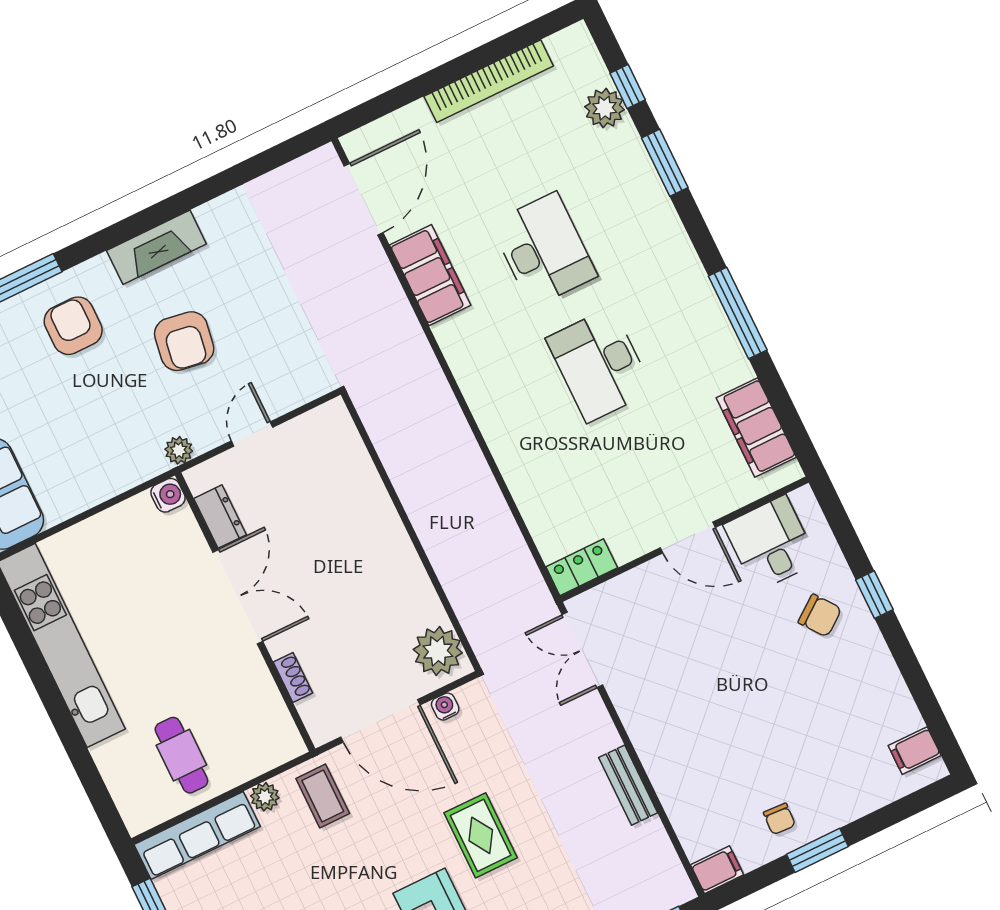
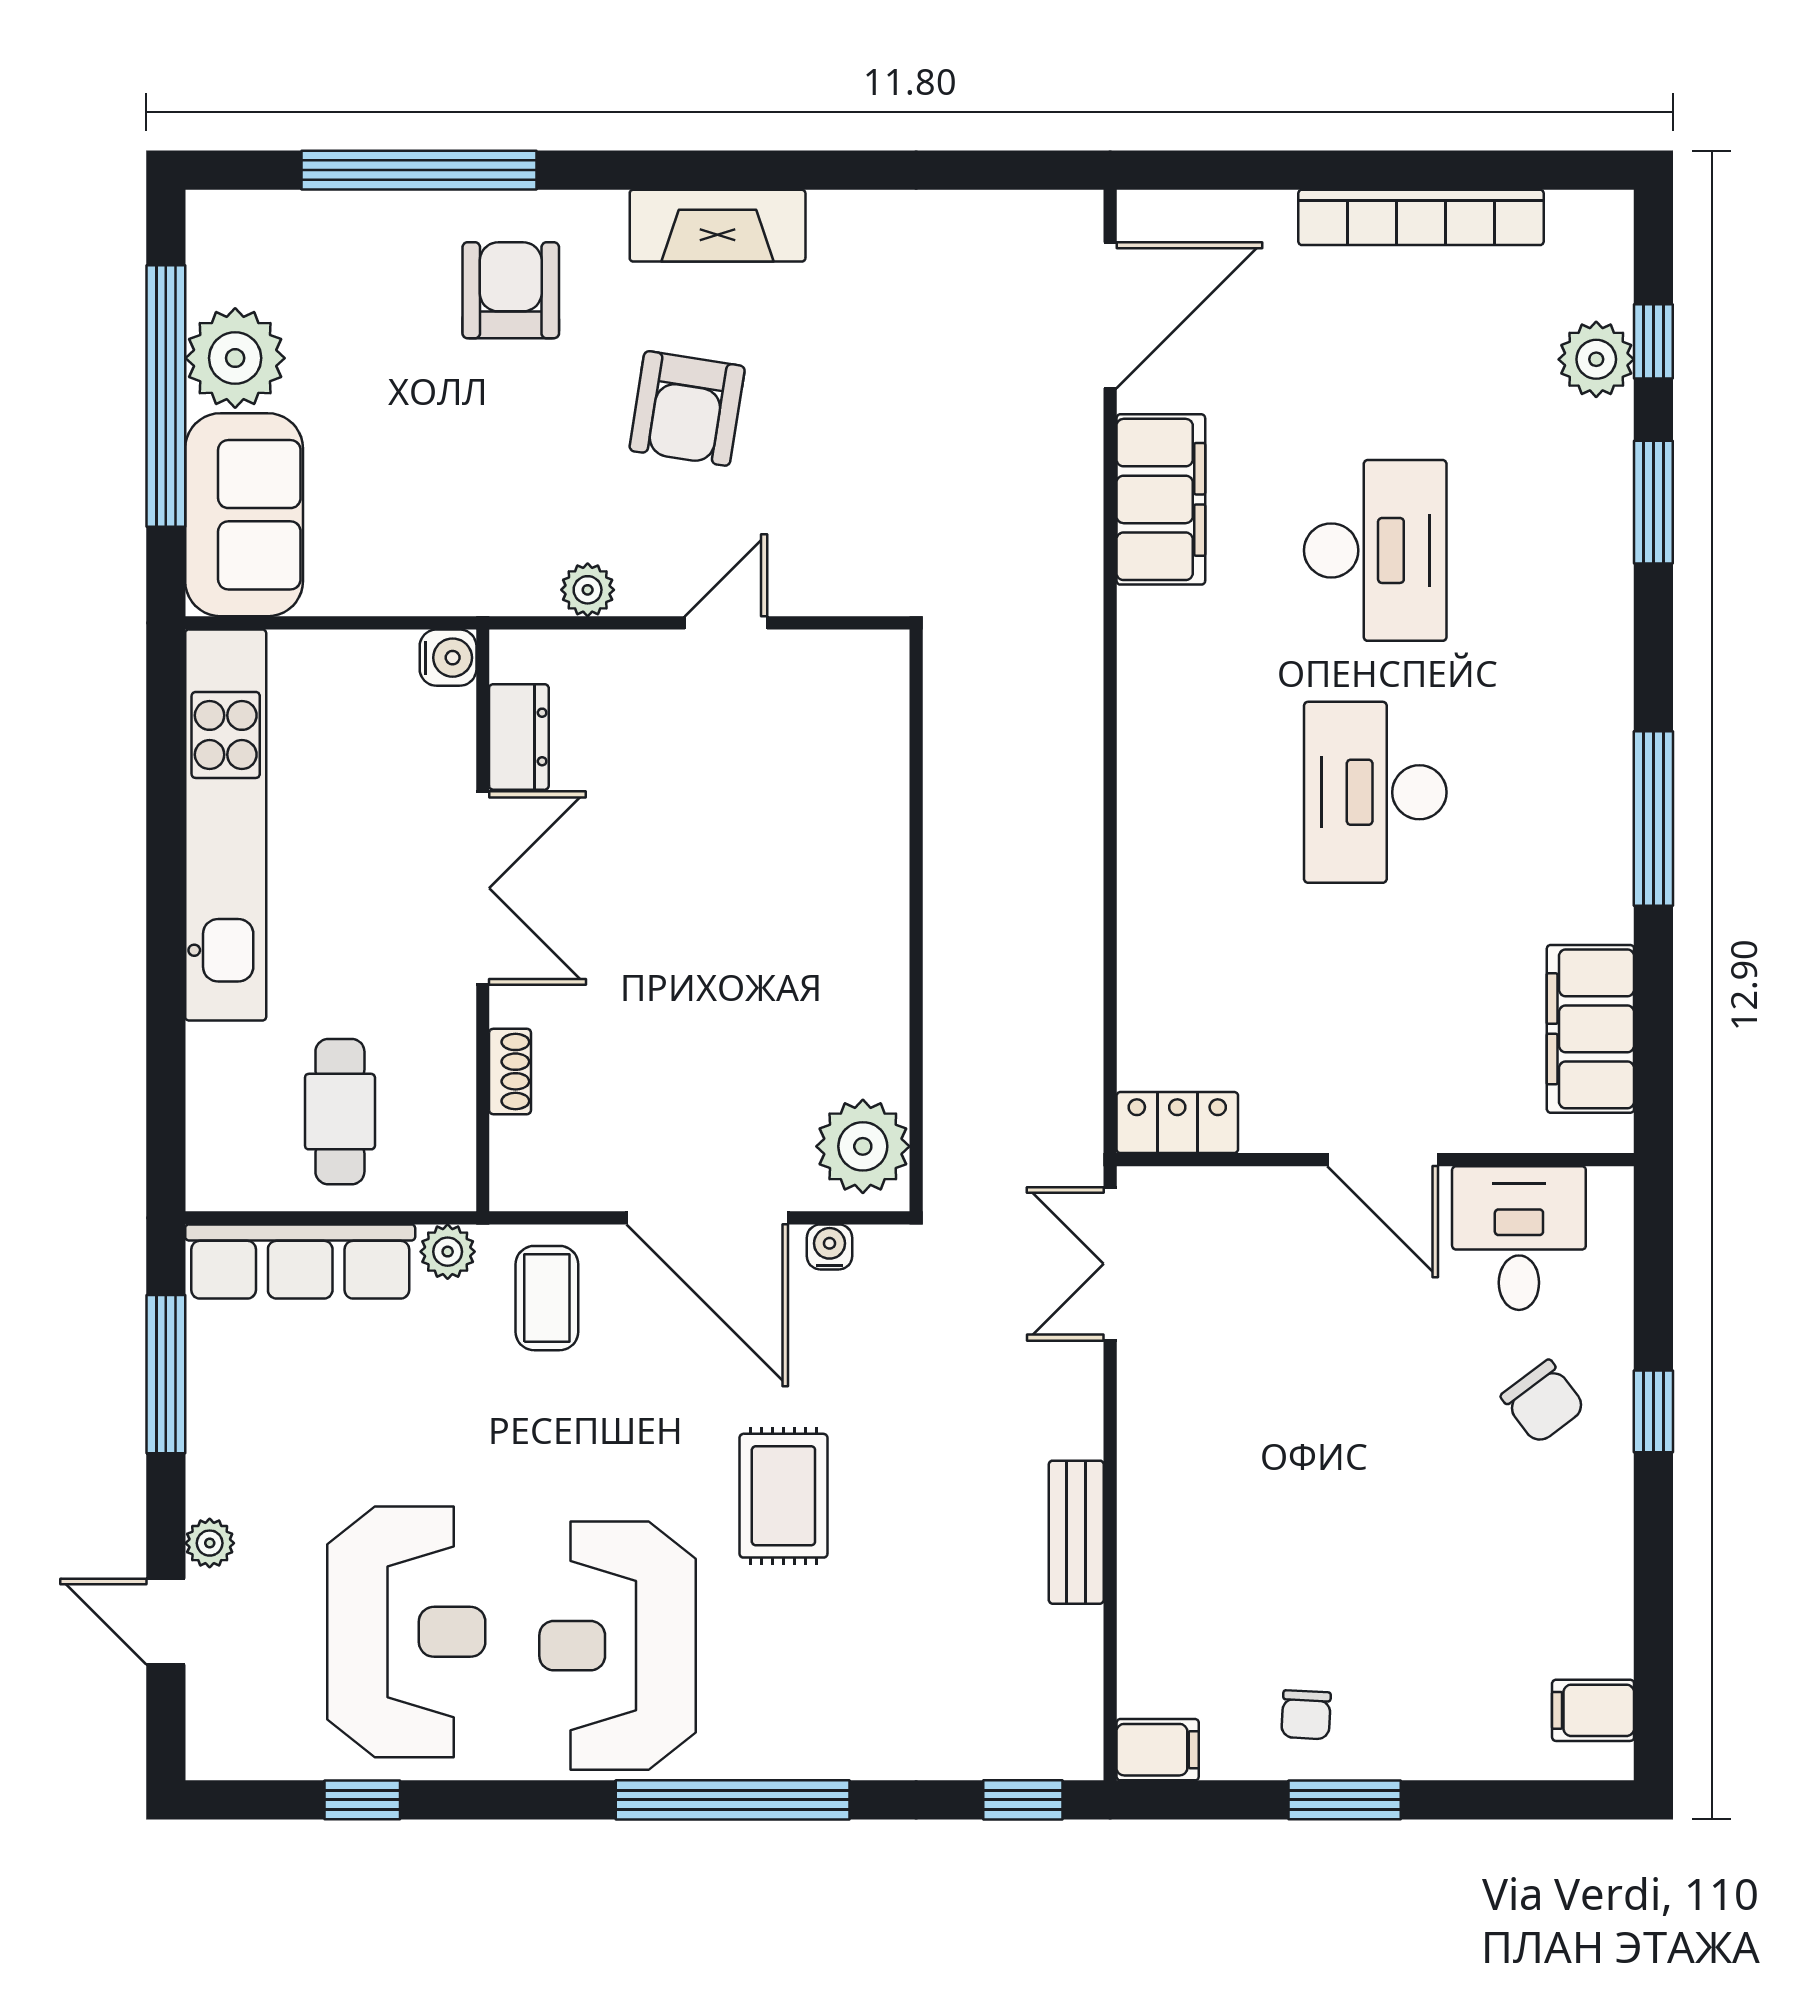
water cooler: (168, 495) -> (448, 658), moved
dresser: (220, 517) -> (519, 737), moved
double door: (238, 597) -> (483, 888), moved
wall: (245, 612) -> (483, 920), moved
shoe rack: (293, 678) -> (510, 1071), moved

